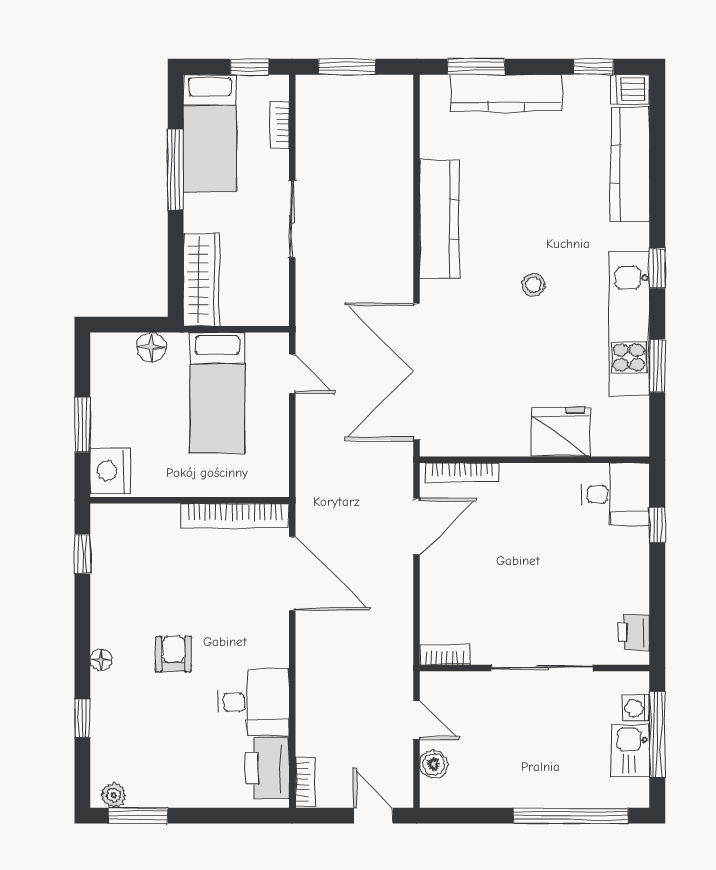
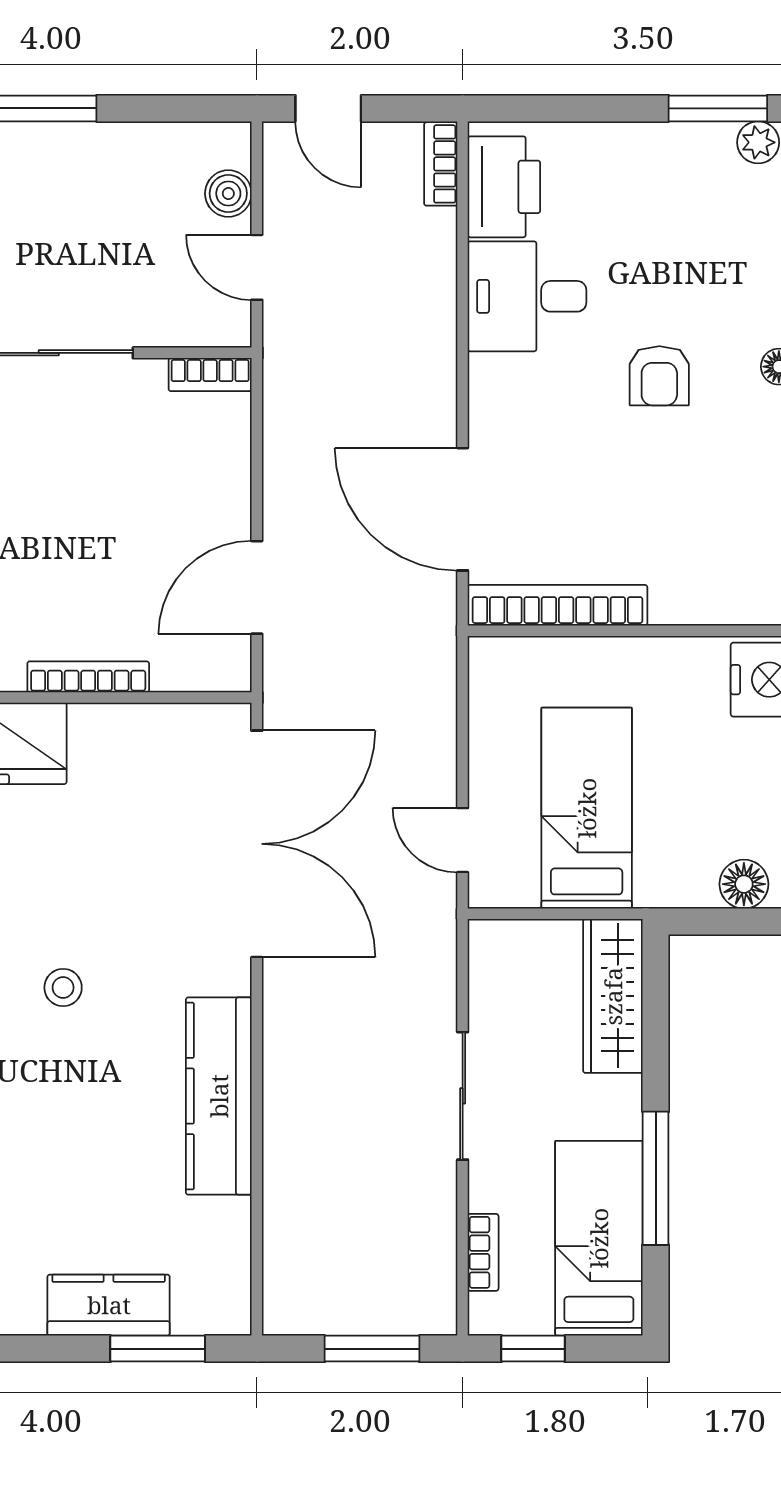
kitchen counter: (506, 93) -> (109, 1305), width x0.67
floor lamp: (151, 347) -> (744, 884), moved
bookcase: (462, 472) -> (88, 677), moved

